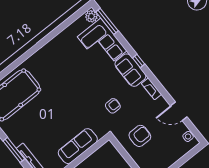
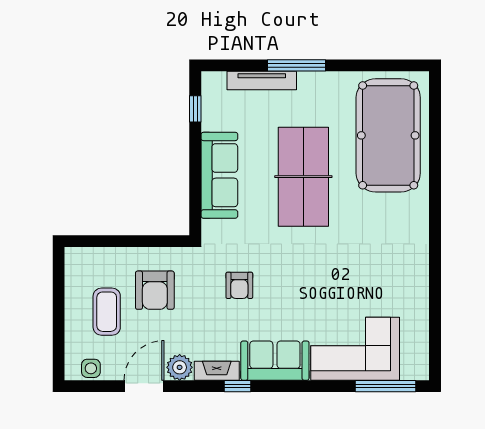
plant: (91, 16) -> (180, 367), moved
window: (139, 61) -> (238, 386), moved
table tennis table: (53, 114) -> (303, 177), added
coffee table: (162, 147) -> (107, 312), added

